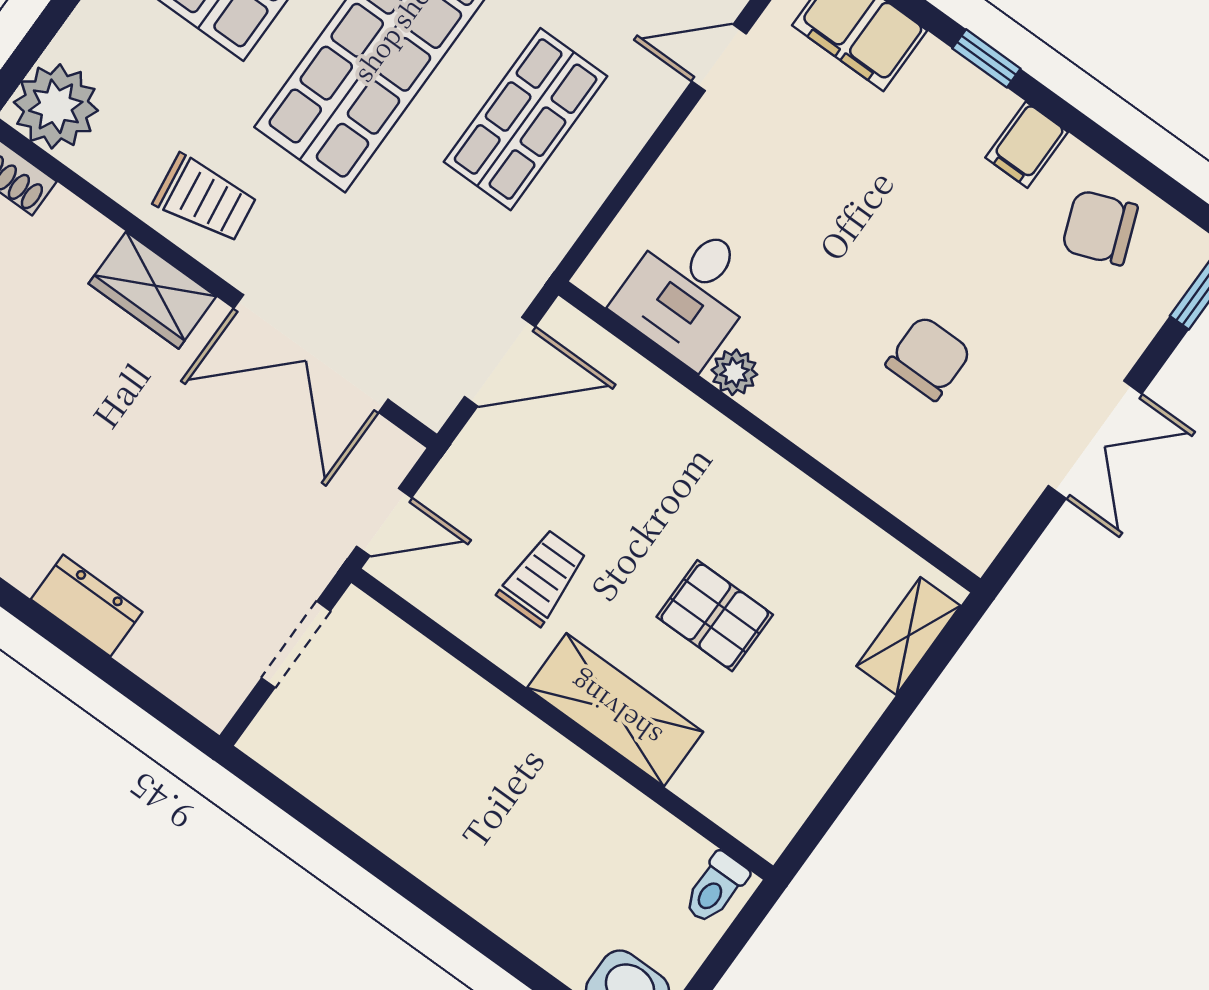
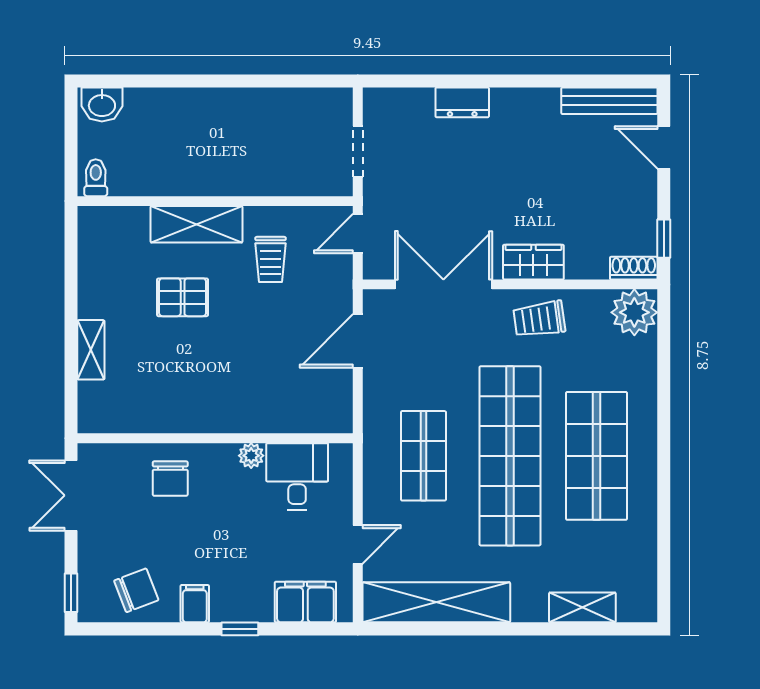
desk: (688, 292) -> (297, 476), moved
plant: (734, 372) -> (251, 456), moved
wall: (769, 437) -> (215, 438), moved

